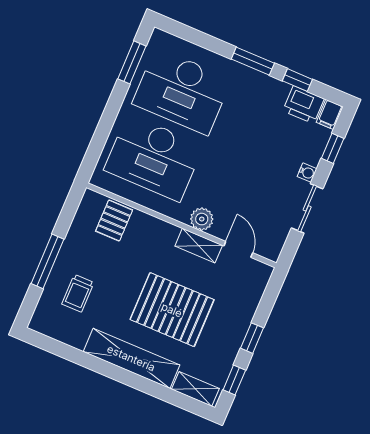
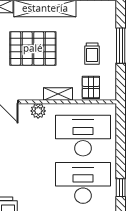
window: (132, 62) -> (121, 188), width x0.67
shelving: (199, 246) -> (58, 94), moved
trolley: (78, 293) -> (92, 54), moved, turned 180

